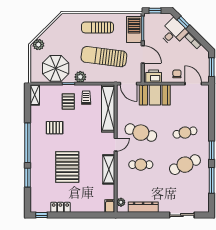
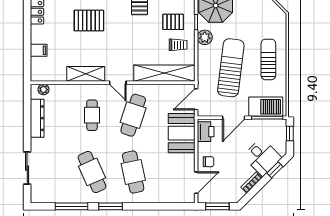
cafe table: (185, 133) -> (133, 172), width x1.37, depth x1.35
pallet: (67, 167) -> (89, 21), width x0.73, depth x0.71
filing cabinet: (110, 206) -> (39, 50), moved

